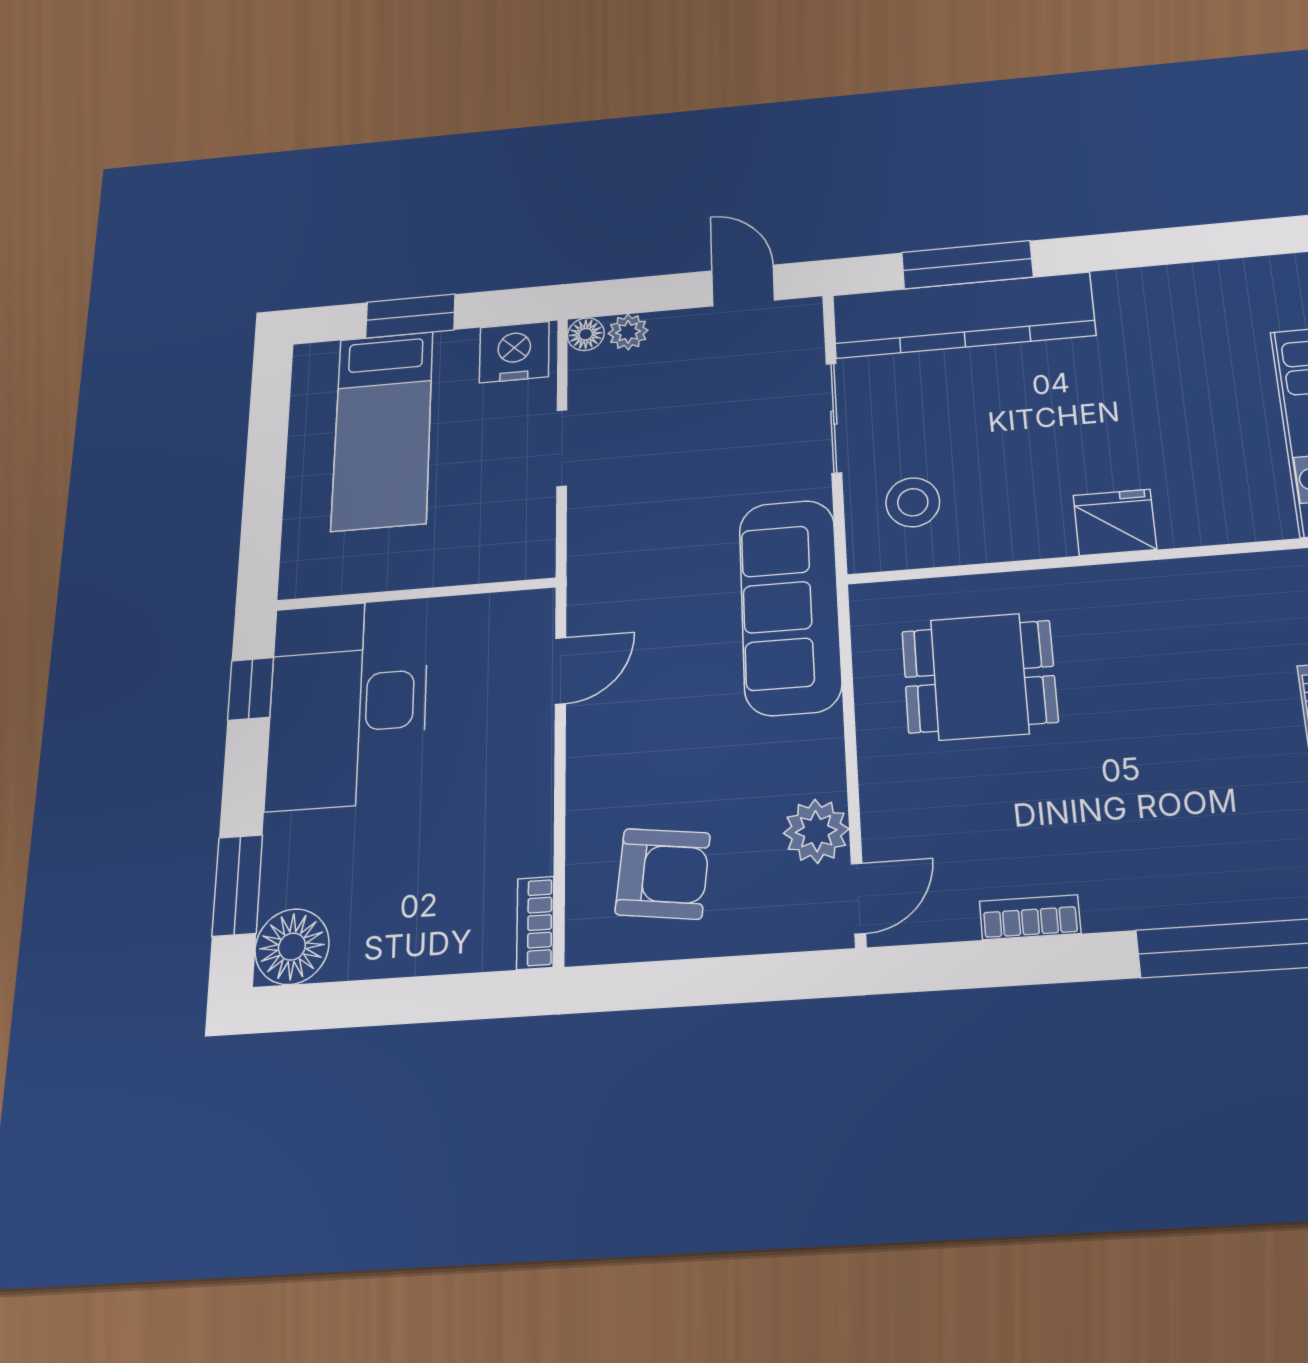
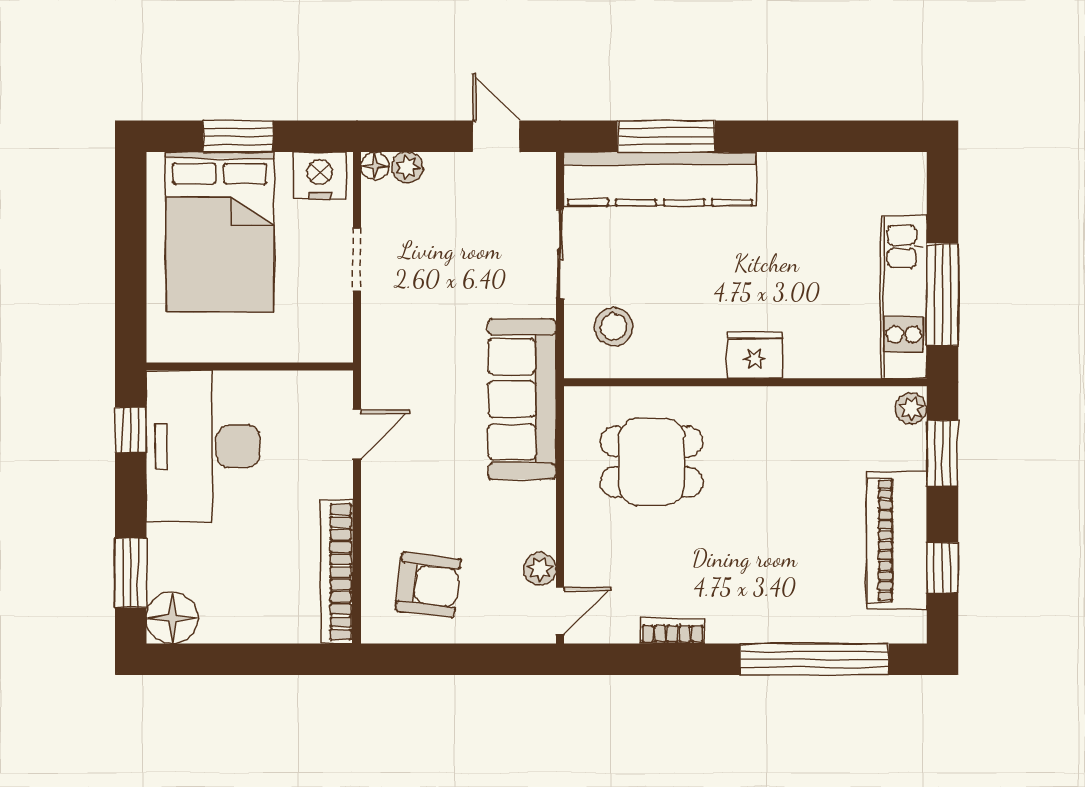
bed: (383, 430) -> (220, 232), width x1.50
plant: (816, 831) -> (540, 569), width x0.73, depth x0.73
bookcase: (535, 923) -> (337, 572), width x2.31, depth x1.31

